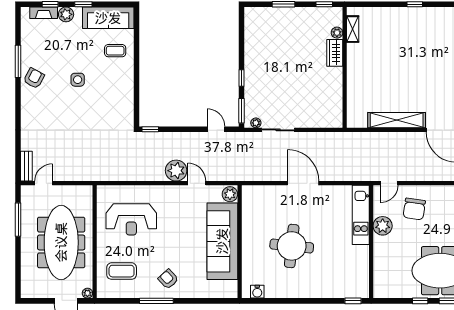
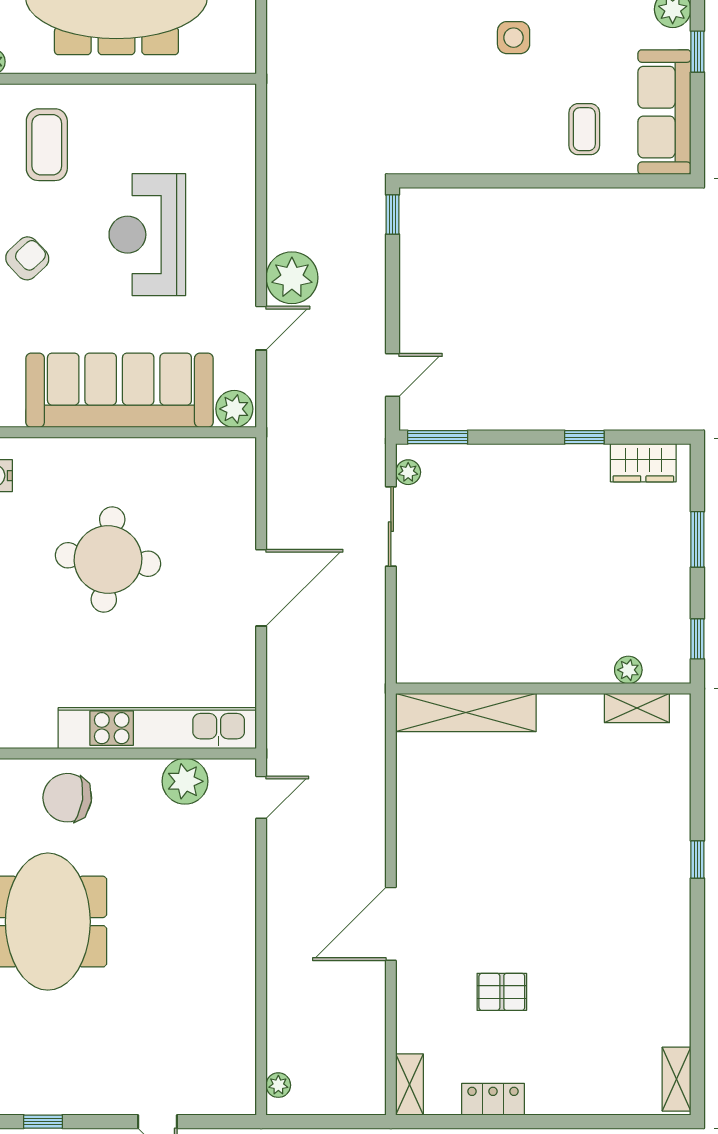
wardrobe: (335, 53) -> (643, 463), moved, turned 180
window: (242, 78) -> (584, 437), moved
shelving: (397, 120) -> (466, 713), moved, turned 90
door: (389, 183) -> (261, 797), swing flipped
chair: (414, 209) -> (67, 798), moved
kitchen unit: (361, 215) -> (157, 728), width x1.36
reception desk: (131, 219) -> (147, 235), moved
plant: (383, 226) -> (185, 781), moved

